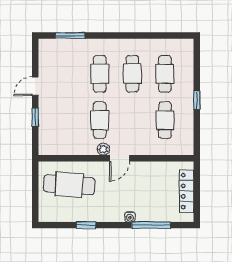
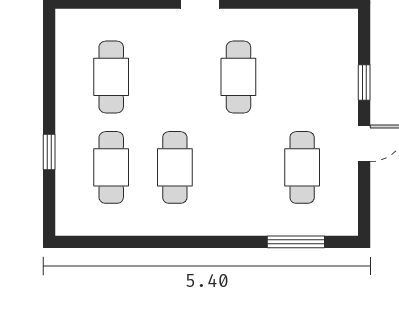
cafe table: (100, 74) -> (302, 167), moved
window: (197, 100) -> (49, 152), moved
plant: (103, 149) -> (231, 20), removed

